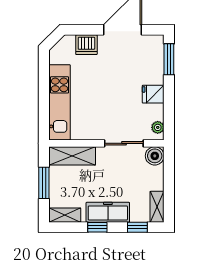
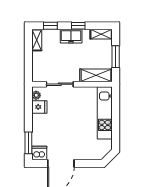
dishwasher: (86, 45) -> (39, 153), moved
fridge: (153, 94) -> (39, 107), moved
boiler: (155, 156) -> (38, 75), removed
freezer: (108, 212) -> (71, 36), width x0.71

